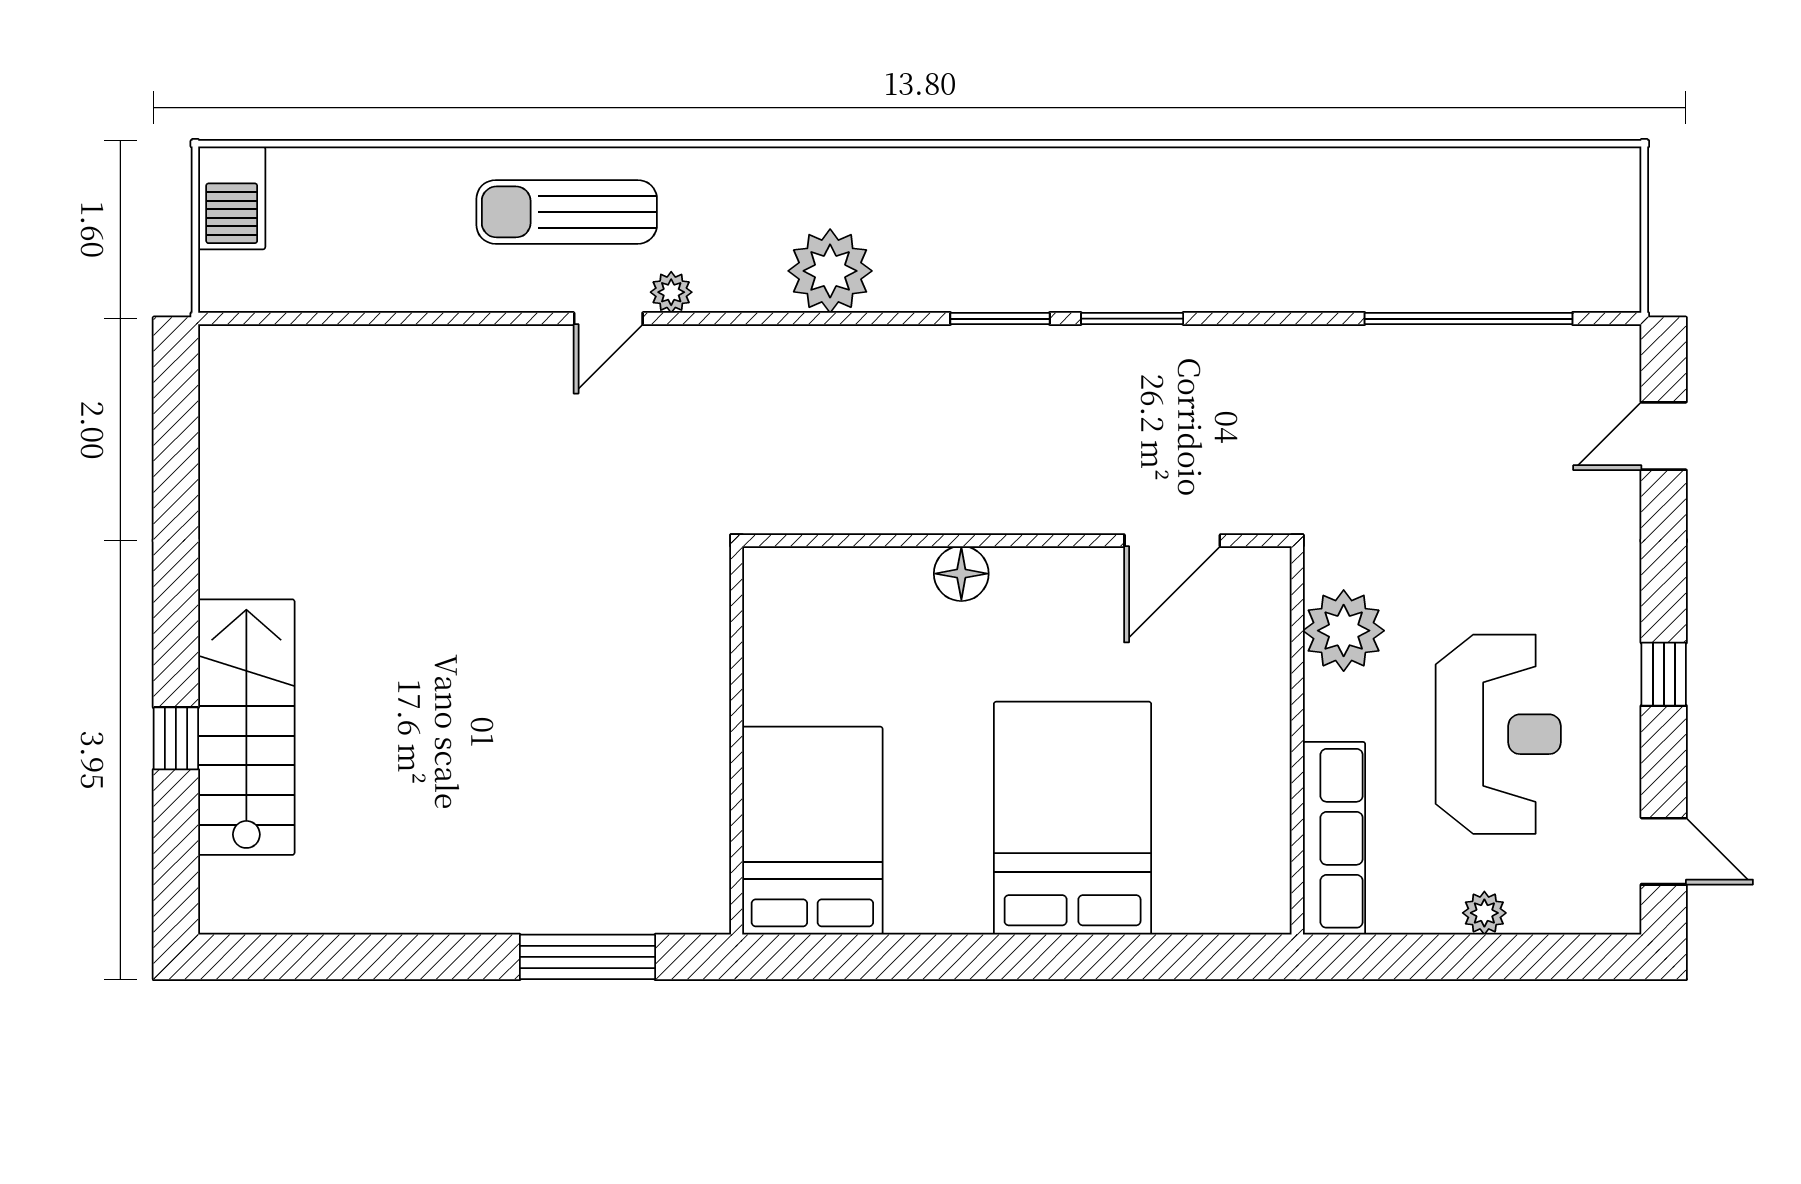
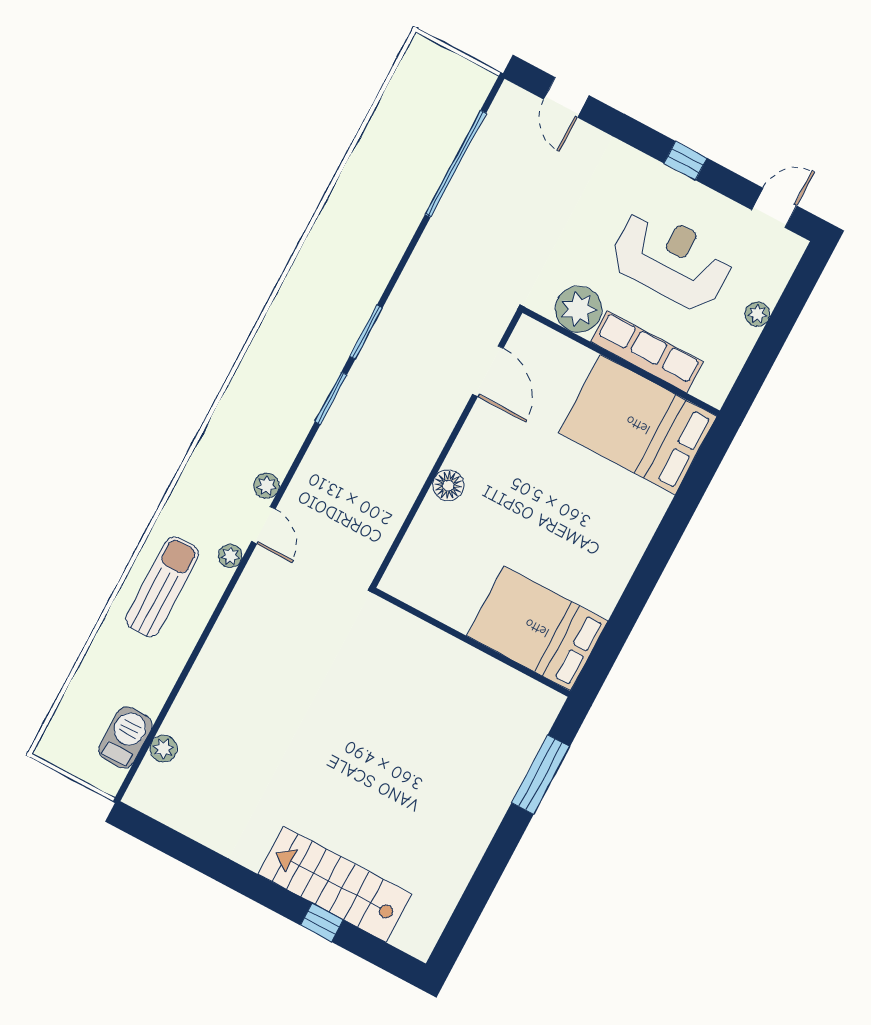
barbecue: (232, 198) -> (125, 737), moved, turned -90
sun lounger: (567, 212) -> (162, 587), turned 180
plant: (830, 271) -> (266, 486), width x0.53, depth x0.53
door: (608, 319) -> (263, 525), moved
plant: (316, 348) -> (163, 749), added
bed: (1073, 818) -> (638, 425), moved
row of seats: (1334, 838) -> (647, 352), moved

